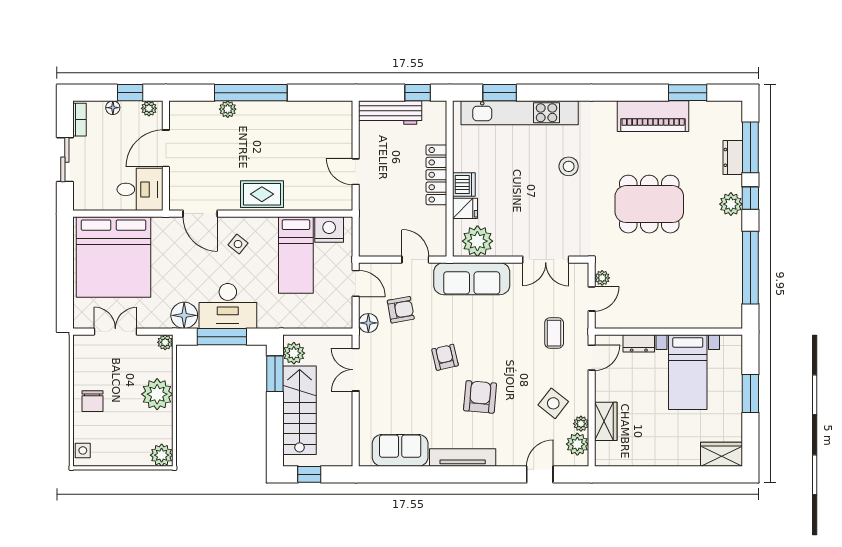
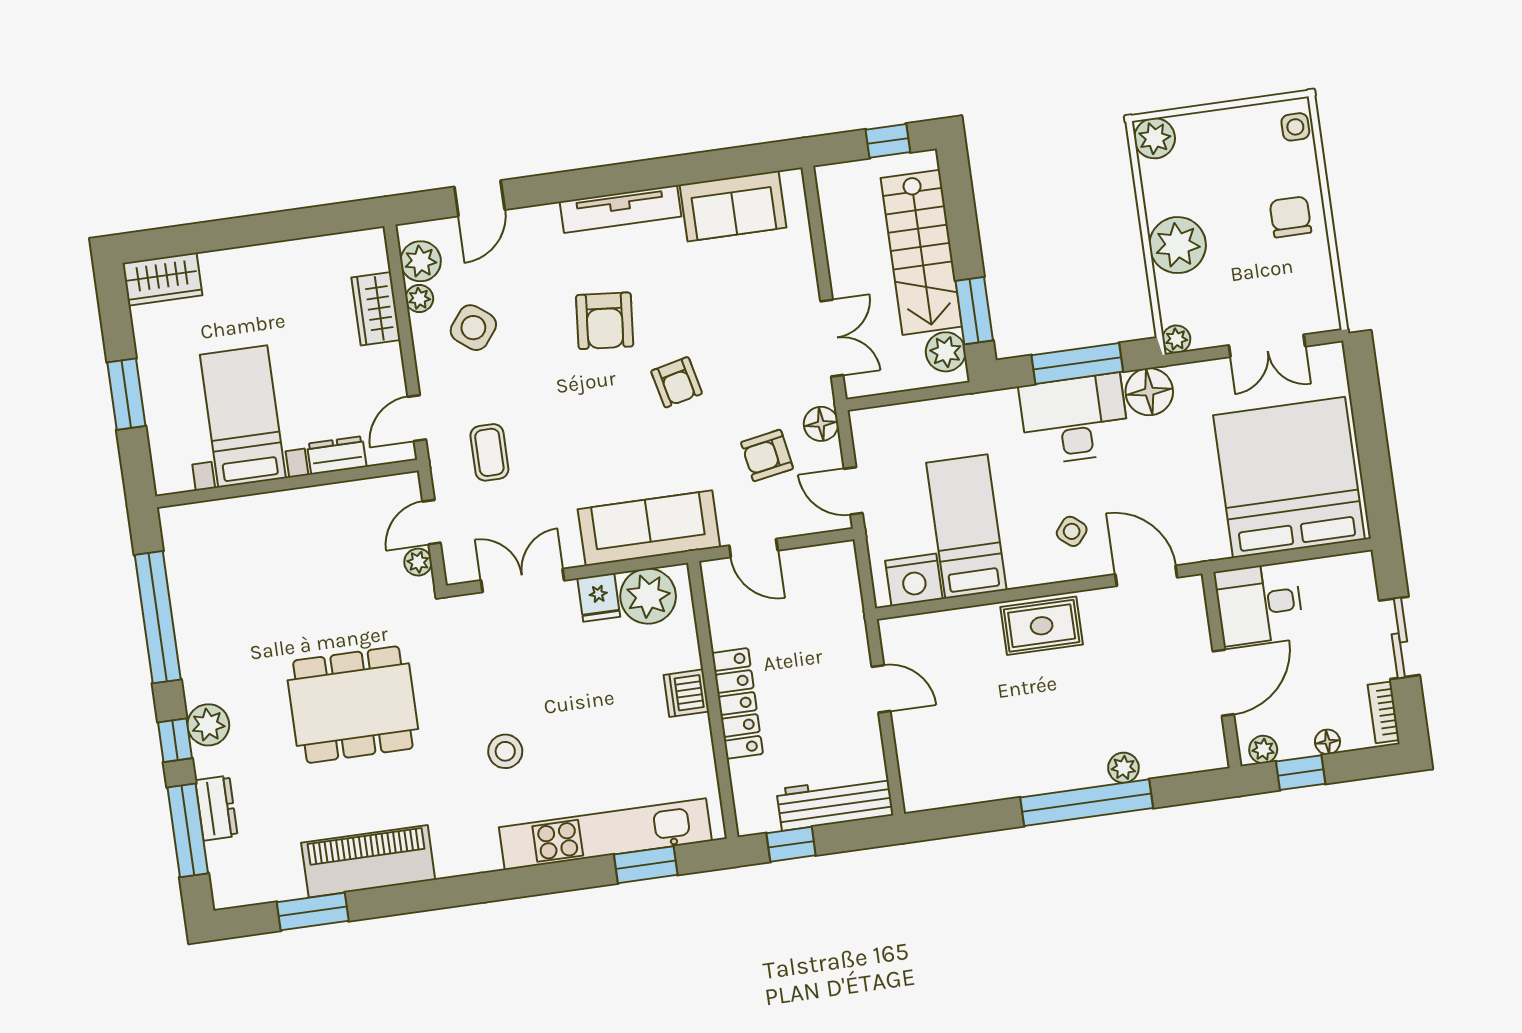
fridge: (465, 208) -> (599, 597), moved, turned -90

